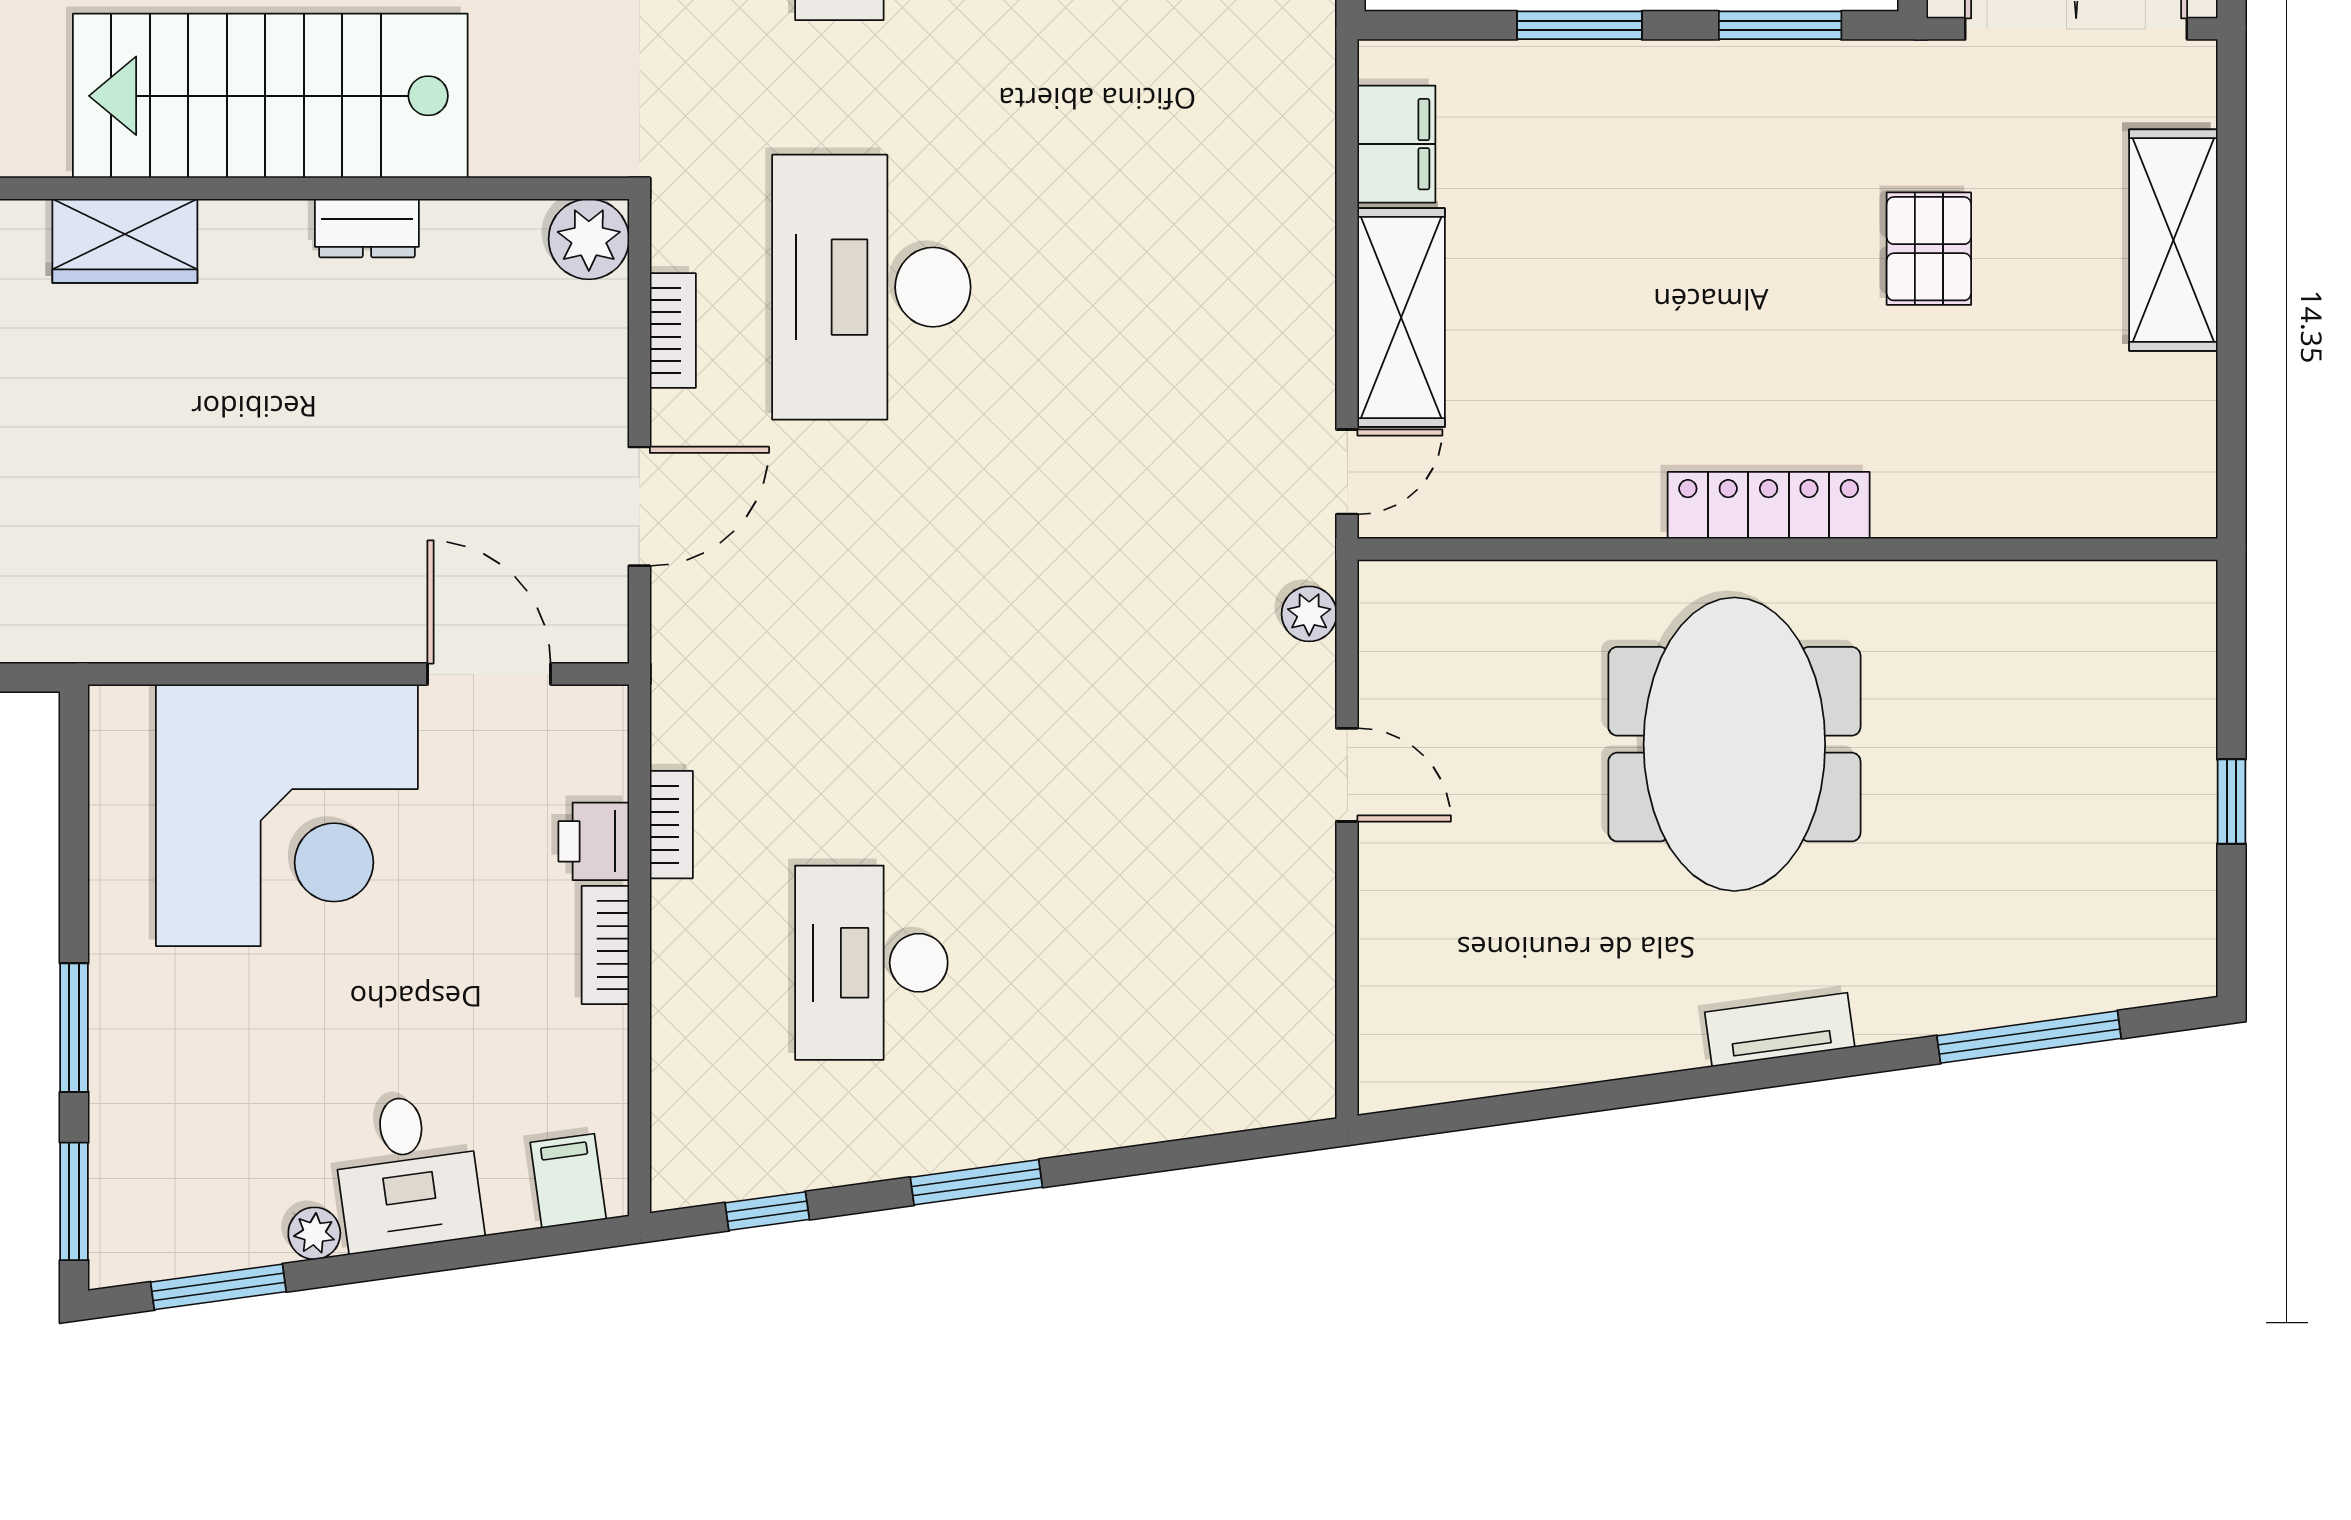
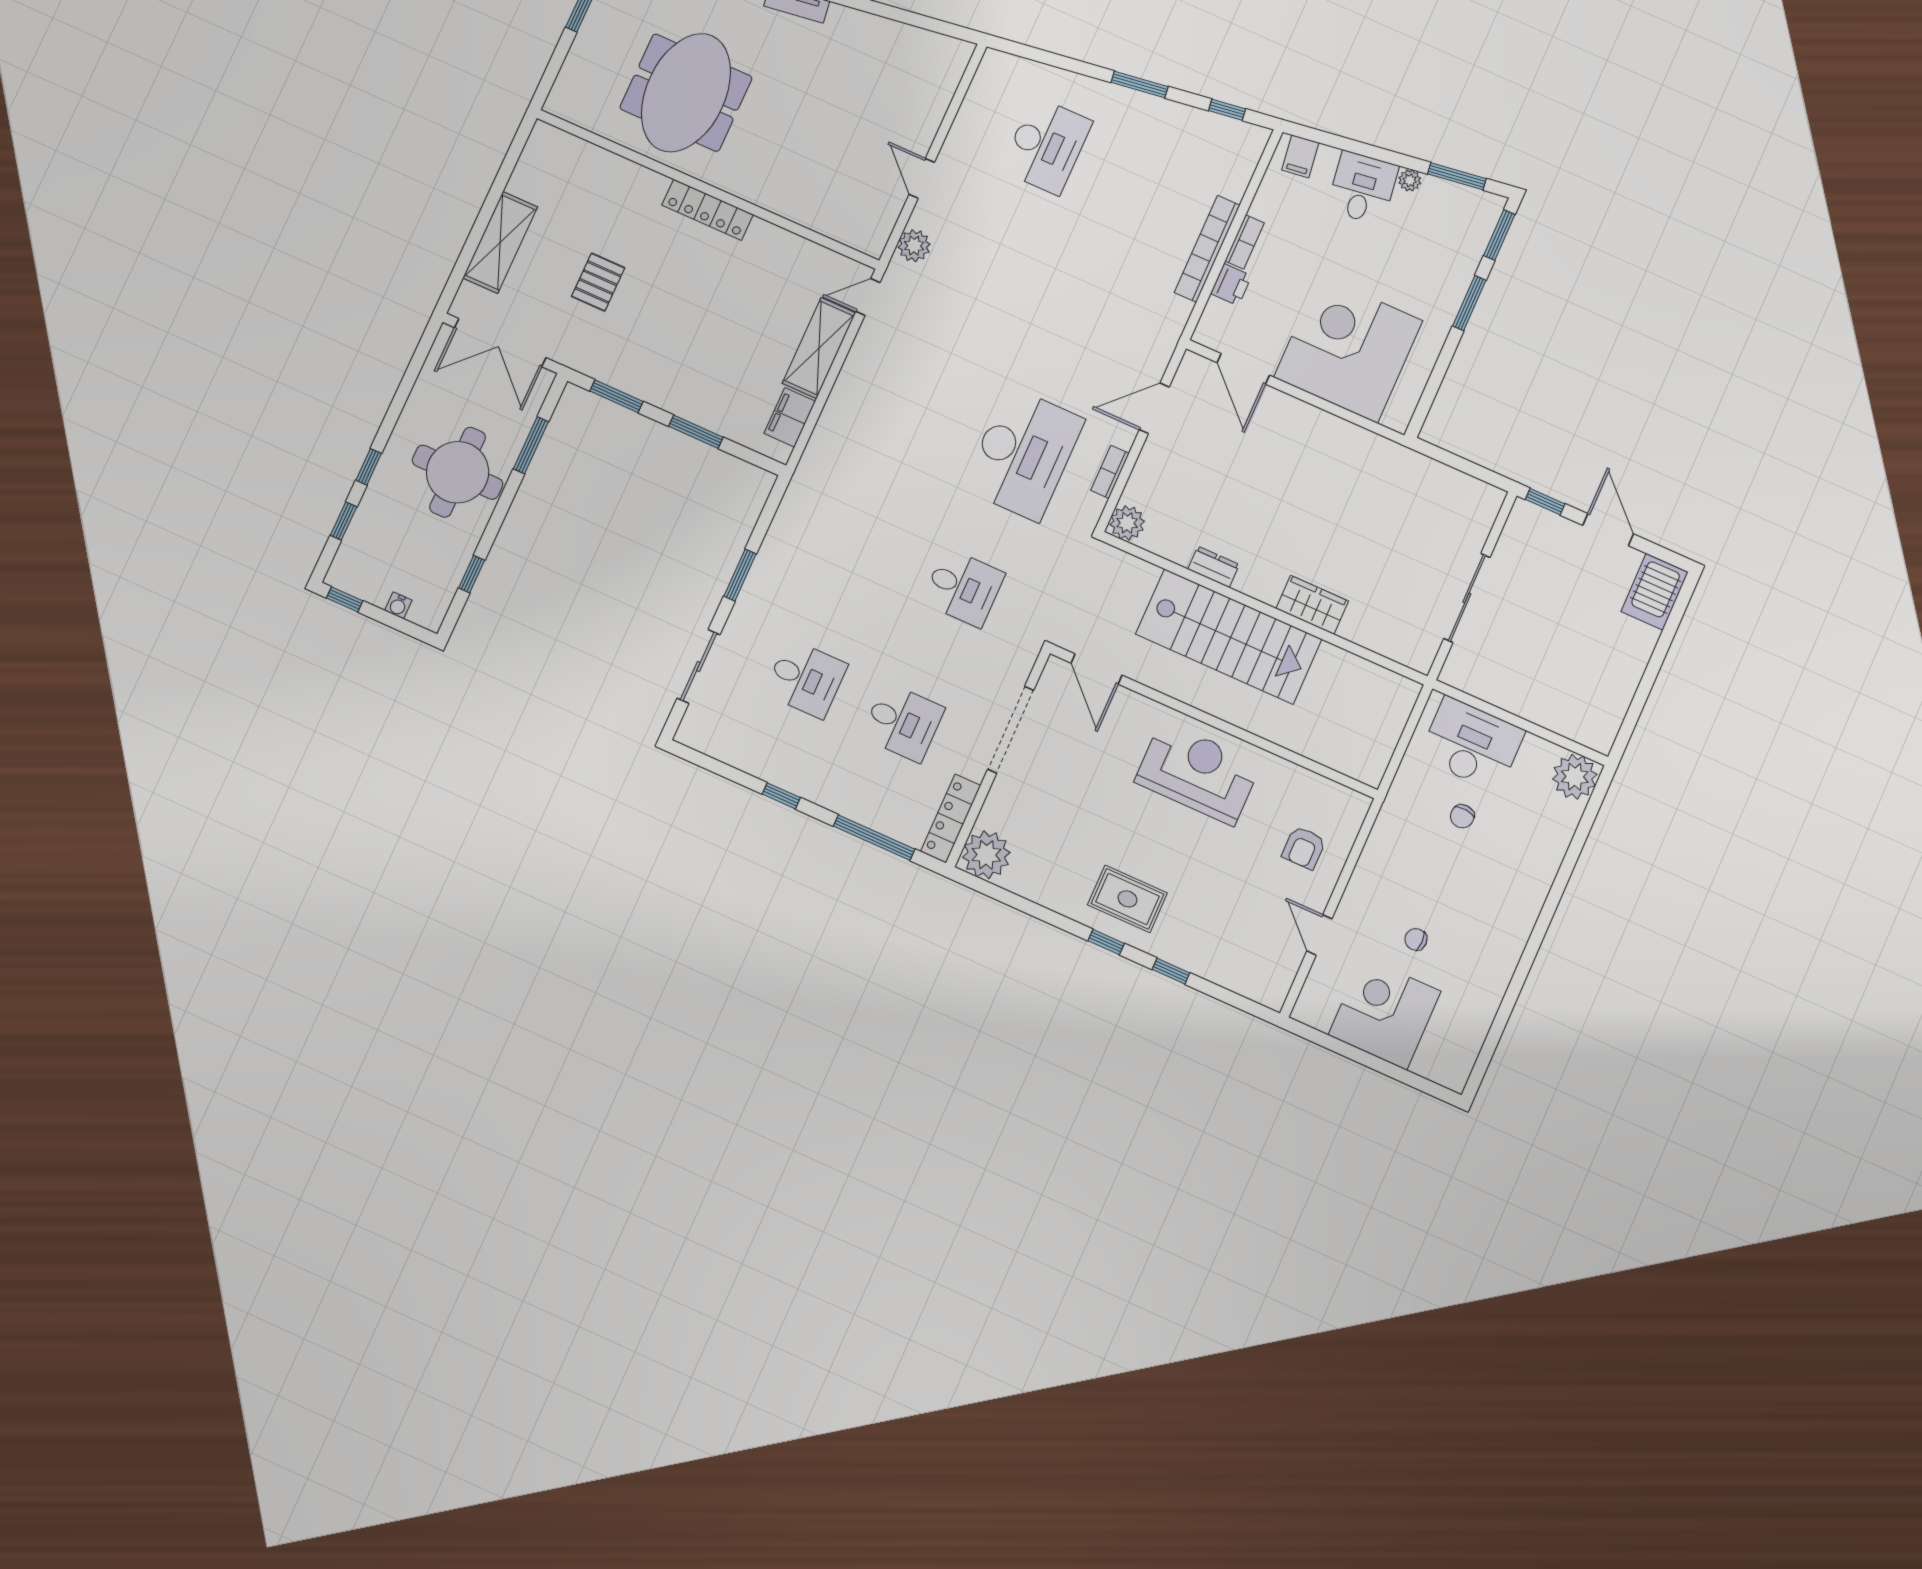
plant: (1309, 614) -> (914, 246), width x1.38, depth x1.38
meeting table: (1734, 744) -> (686, 93), moved
bookcase: (671, 825) -> (1207, 249), width x2.31, depth x1.31
desk: (871, 963) -> (1046, 146), moved

